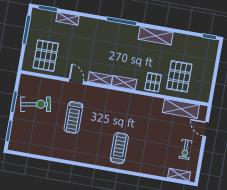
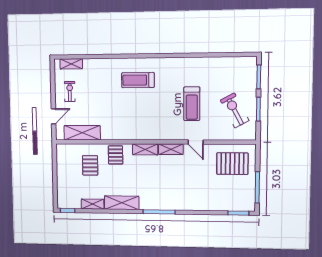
shelving: (68, 19) -> (93, 204), moved
pallet: (46, 56) -> (232, 164), turned 90
pallet: (179, 76) -> (90, 165), width x0.67, depth x0.71
exercise bike: (36, 104) -> (235, 110), turned 72
treadmill: (73, 117) -> (192, 104), turned 180
door: (206, 129) -> (53, 116), hinge flipped
treadmill: (119, 148) -> (138, 80), turned 90

